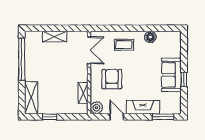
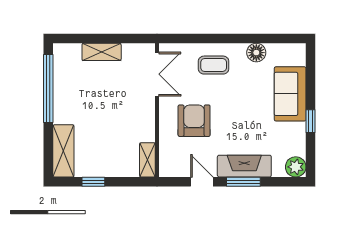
sofa: (171, 75) -> (290, 94), moved
shelving: (83, 93) -> (147, 160), moved
plant: (96, 108) -> (296, 167), moved
window: (163, 117) -> (243, 182), moved

